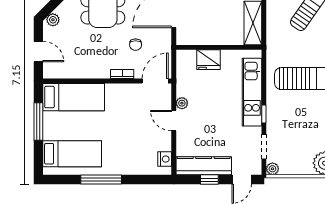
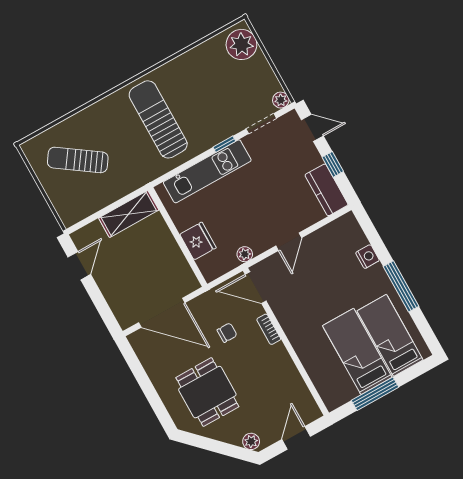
bed: (74, 97) -> (357, 351), moved
plant: (182, 103) -> (245, 254), moved
nightstand: (165, 159) -> (367, 257), moved, turned 90
kitchen counter: (204, 166) -> (327, 190), width x0.67

